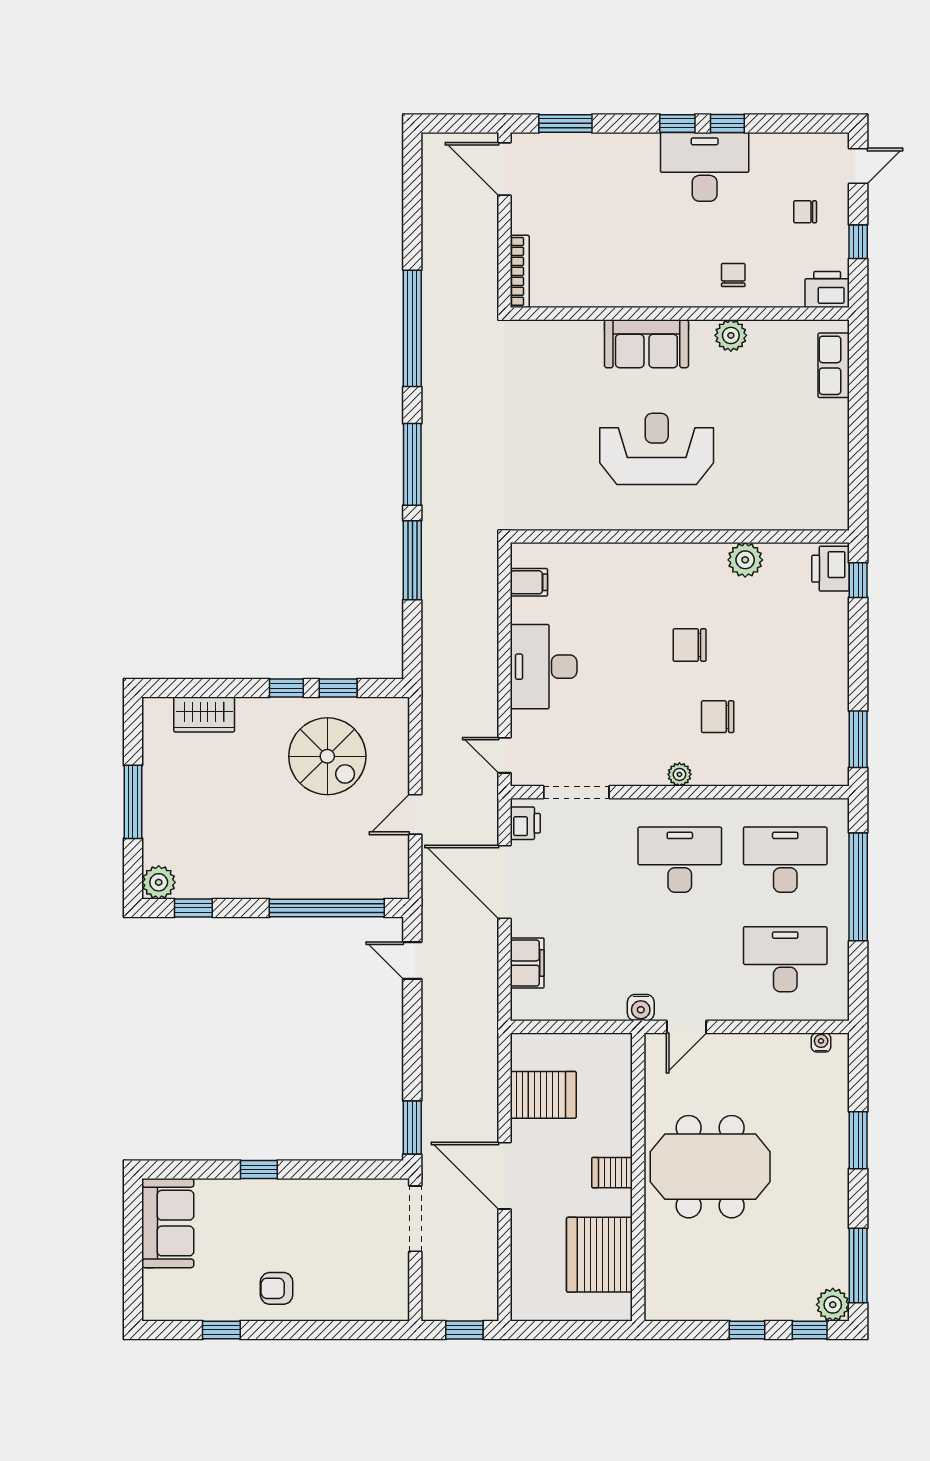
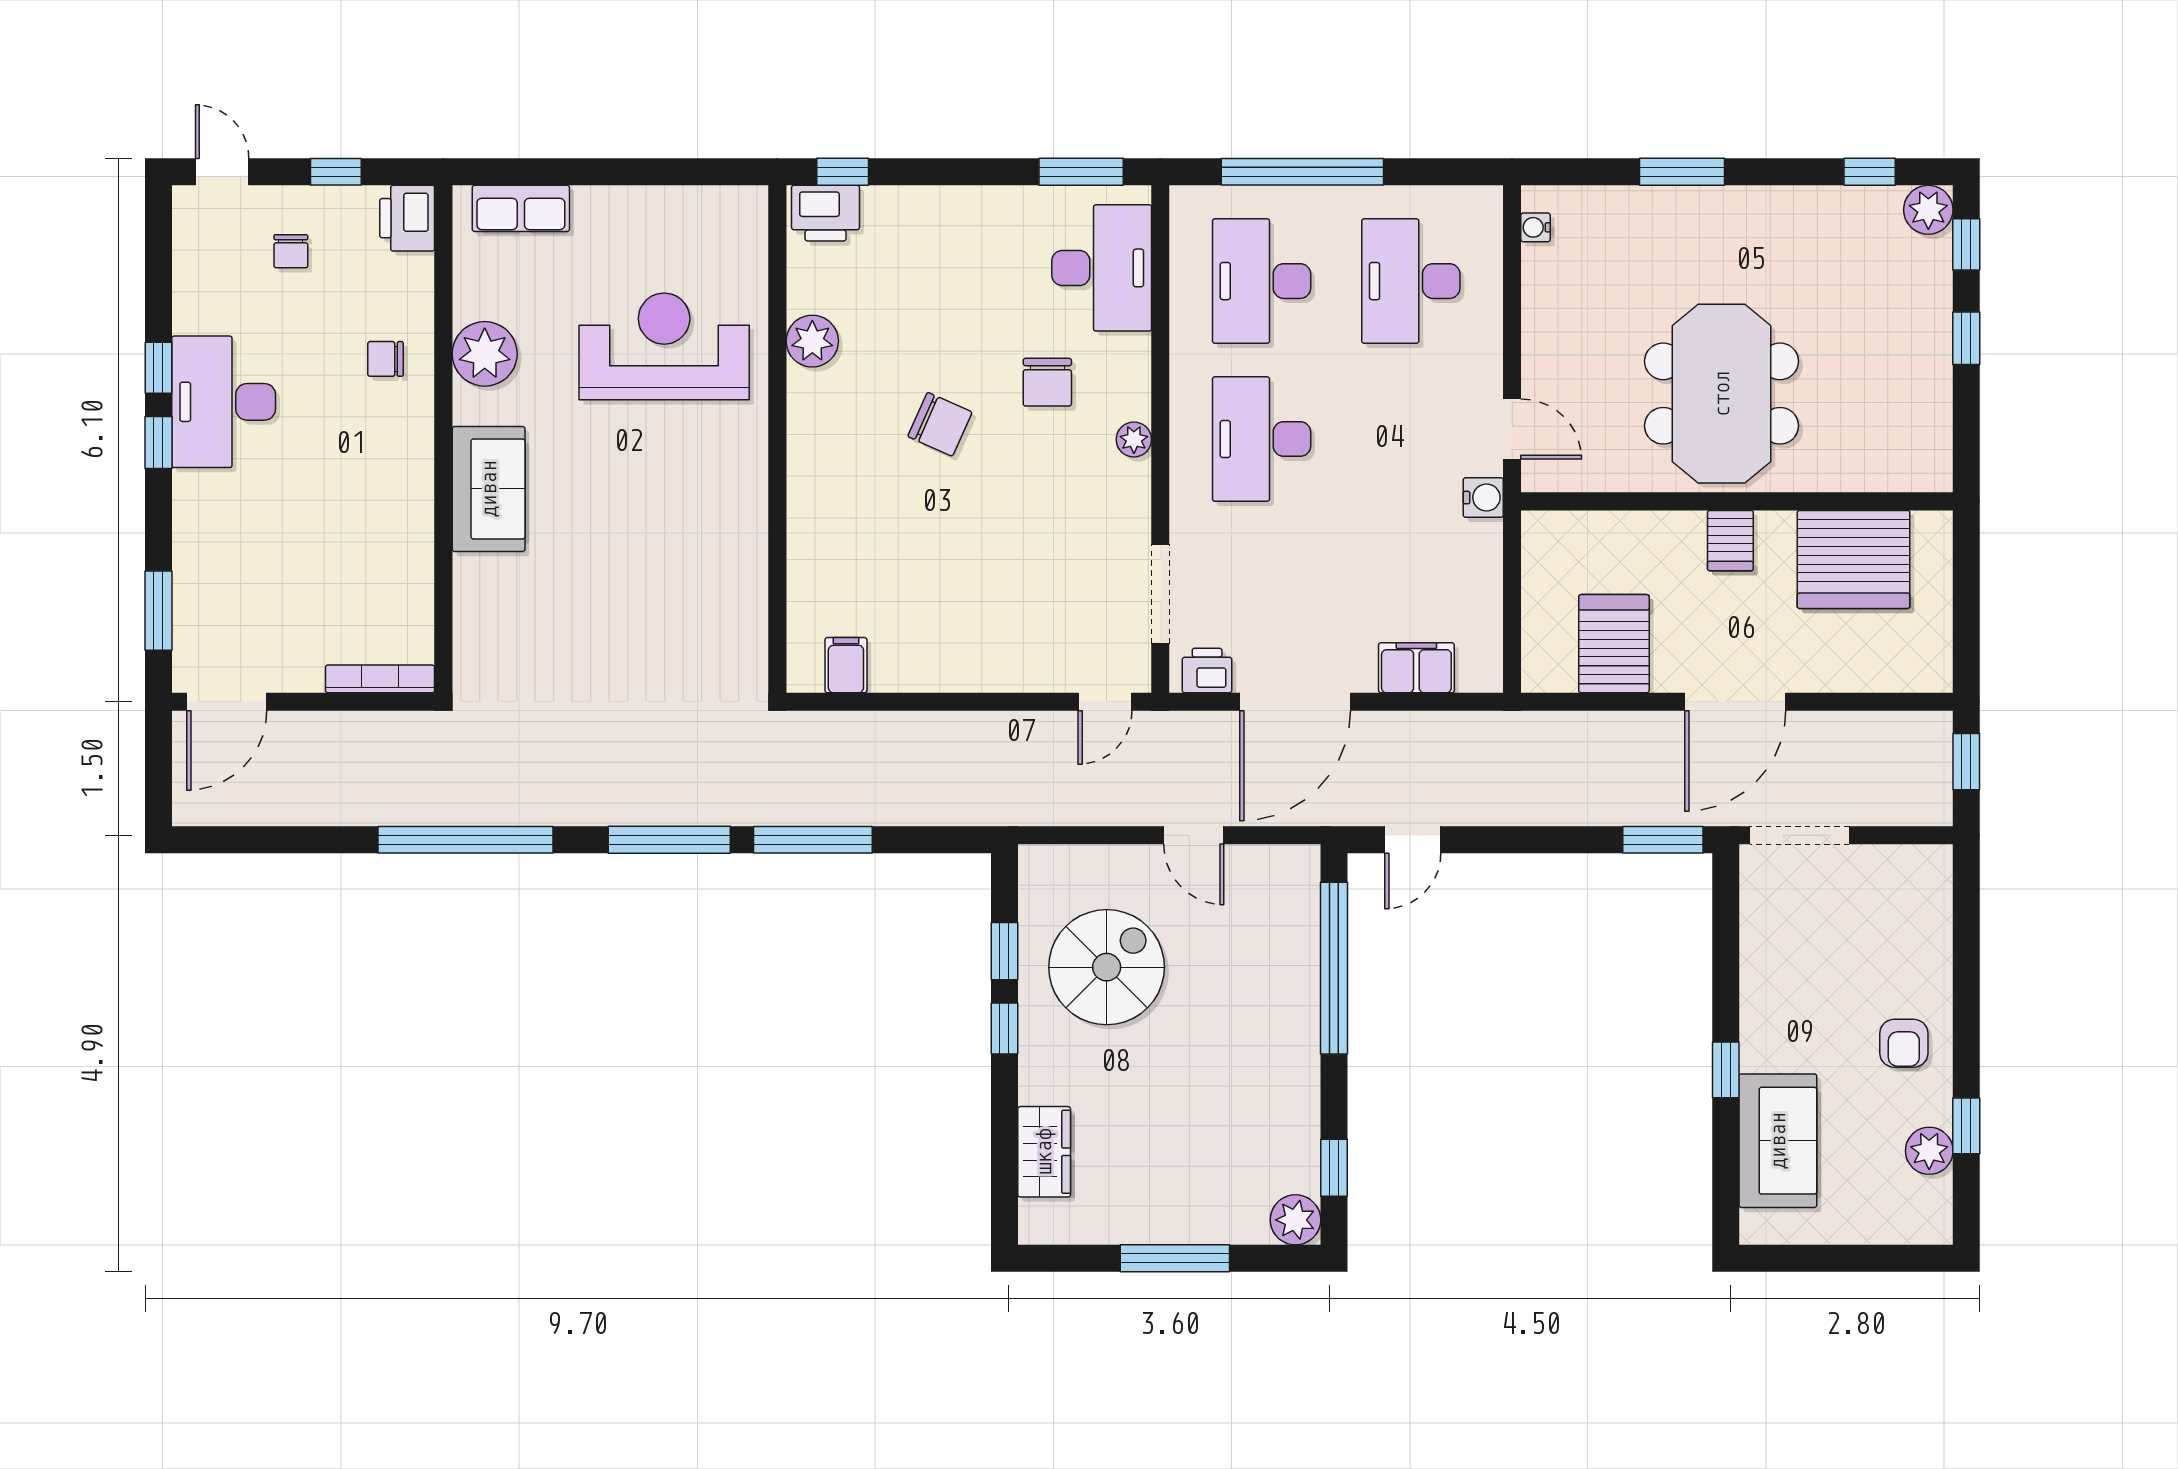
plant: (731, 335) -> (485, 354), width x1.36, depth x1.36
reception desk: (657, 449) -> (664, 346), moved, turned 90
chair: (690, 645) -> (940, 424), turned -66
desk: (544, 667) -> (1102, 268), moved, turned -90
sofa: (168, 1223) -> (1778, 1141), moved, turned 90
window: (858, 1265) -> (1870, 172), width x0.46
plant: (205, 1305) -> (1929, 1151), added

